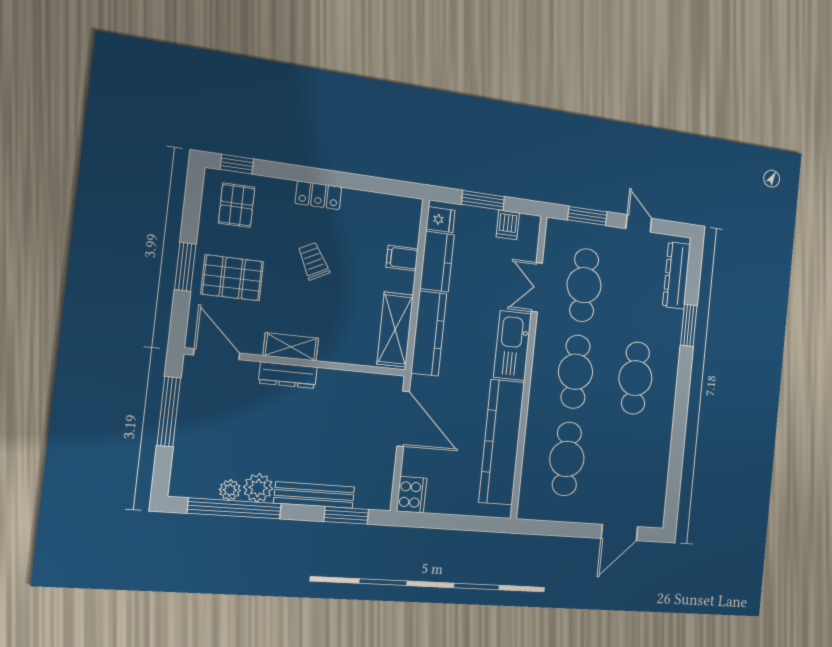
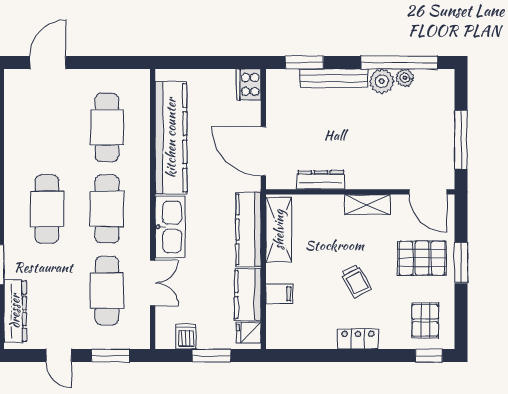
dresser: (288, 375) -> (321, 180), moved

